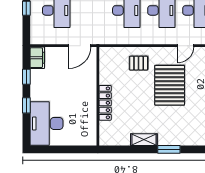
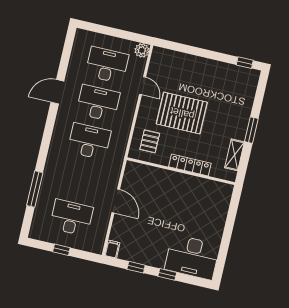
filing cabinet: (37, 58) -> (112, 249), width x0.50
wall: (98, 96) -> (181, 171), moved
locker: (105, 103) -> (190, 165), moved

